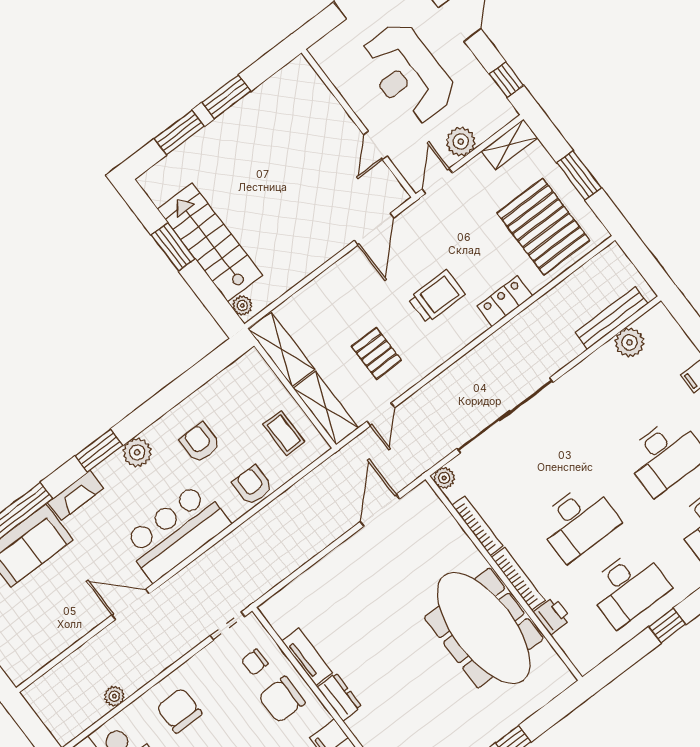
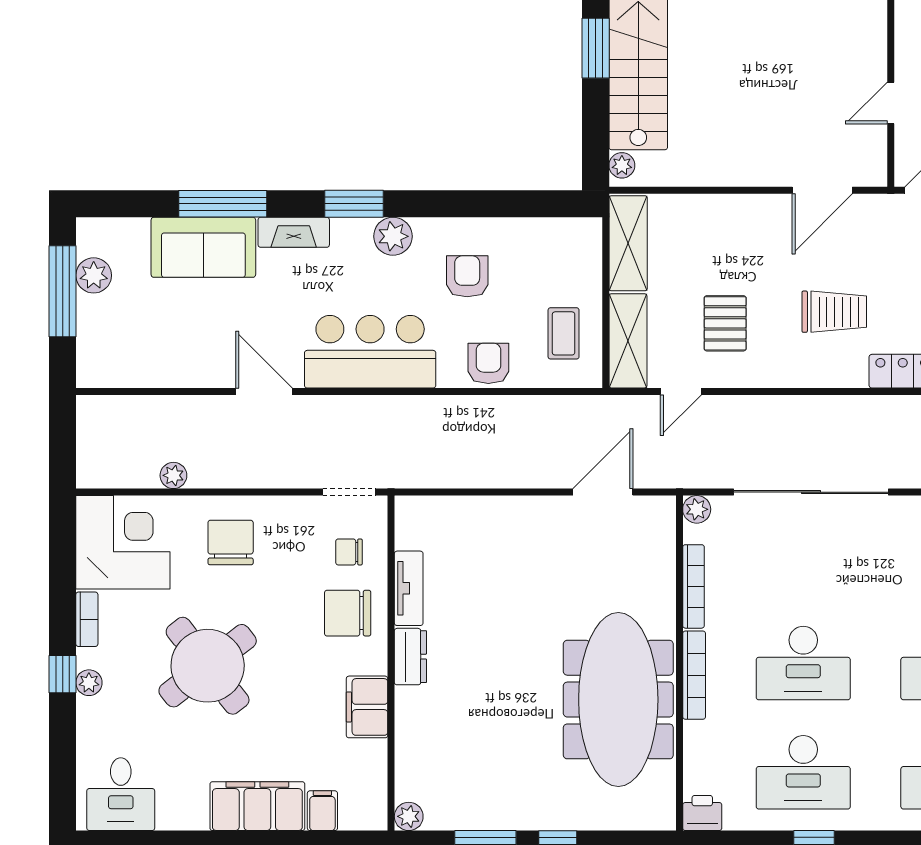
printer: (552, 616) -> (702, 813), moved, turned -90

